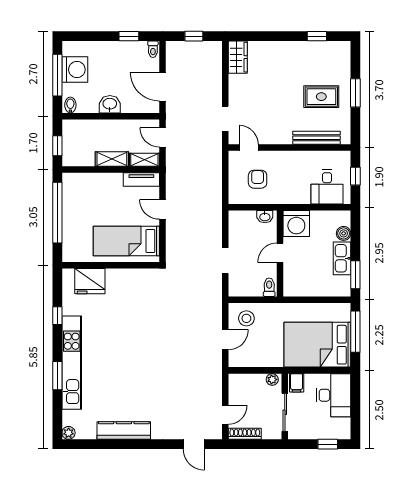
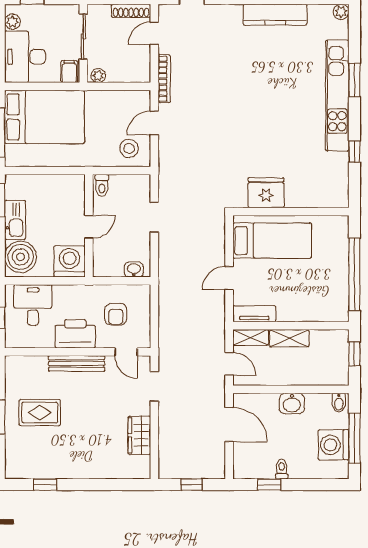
toilet: (153, 49) -> (282, 469), moved
wardrobe: (238, 57) -> (139, 435), moved
bench: (317, 138) -> (77, 364), moved
printer: (292, 163) -> (75, 334), added
door: (162, 209) -> (229, 278), swing flipped
washbasin: (265, 217) -> (134, 270), moved
boiler: (344, 233) -> (21, 257), width x1.86, depth x1.86
fridge: (90, 281) -> (266, 193), moved
bookcase: (217, 377) -> (164, 79), added
plant: (344, 425) -> (12, 22), added

